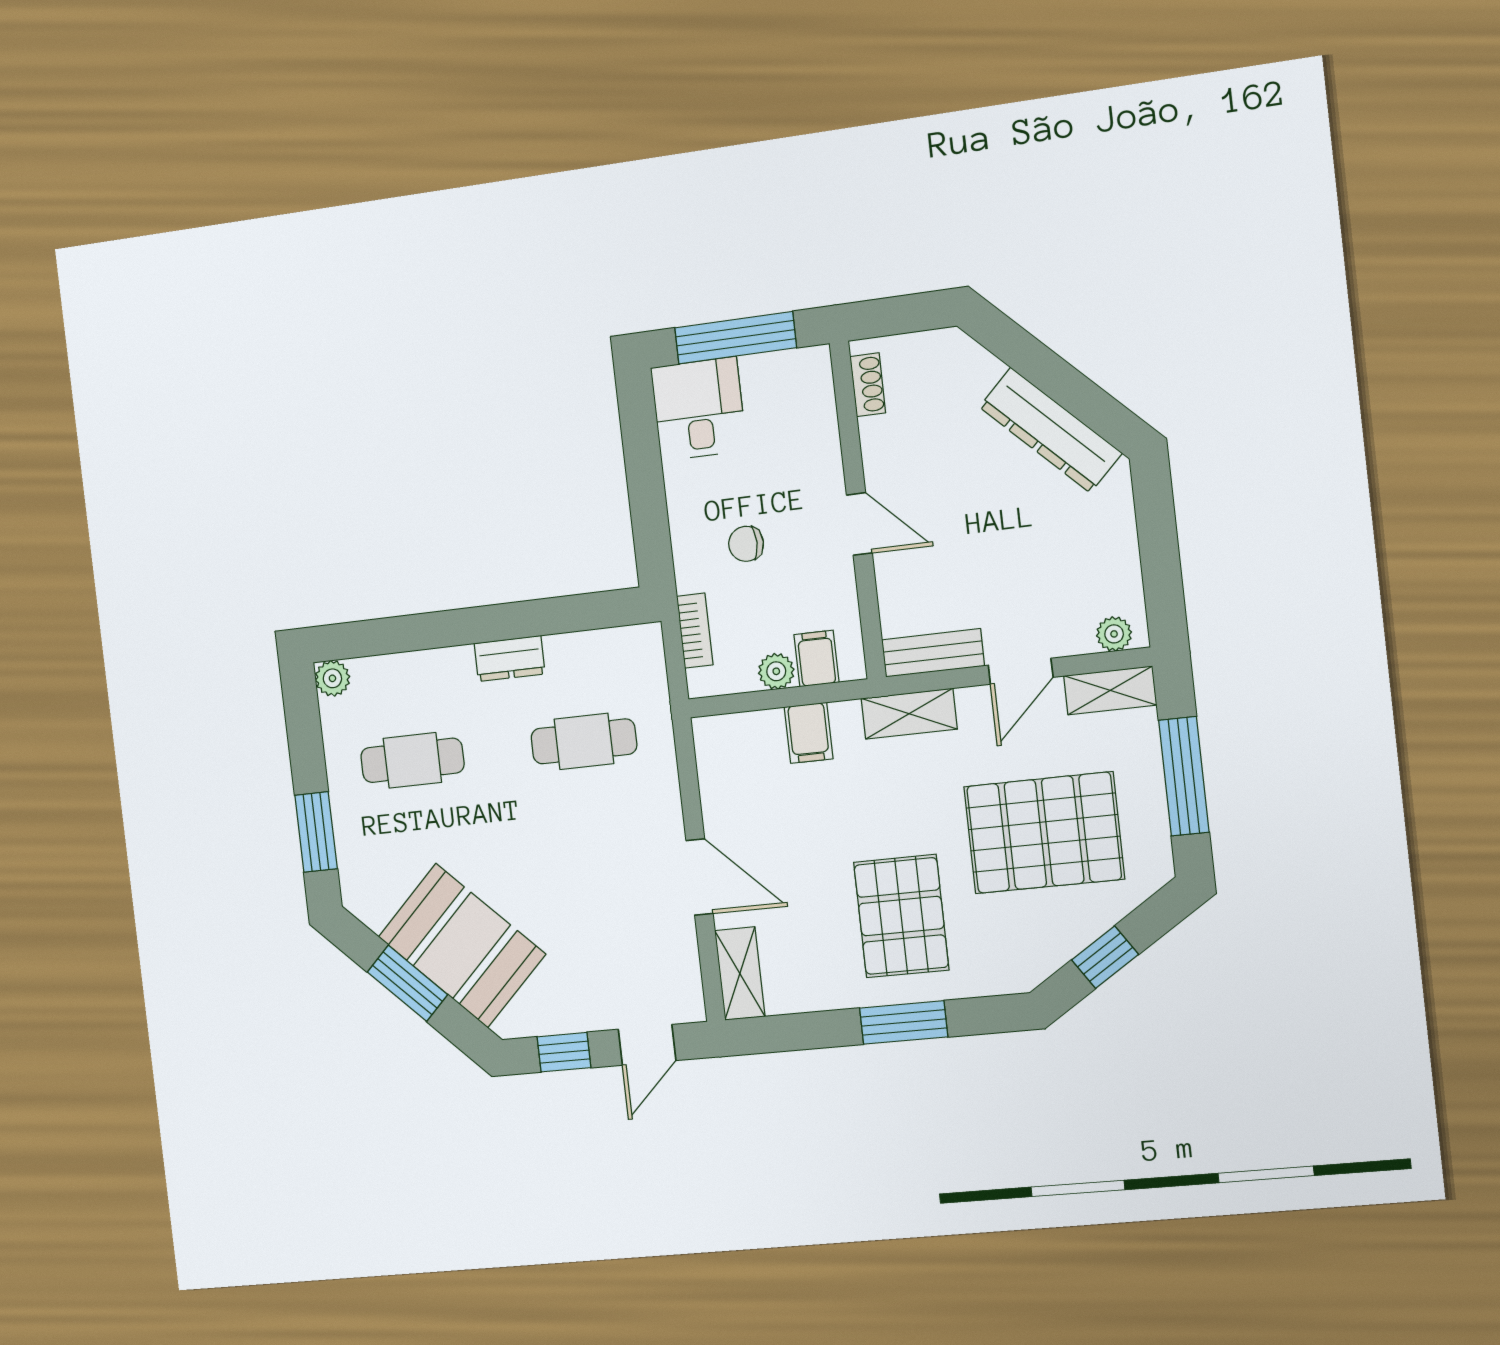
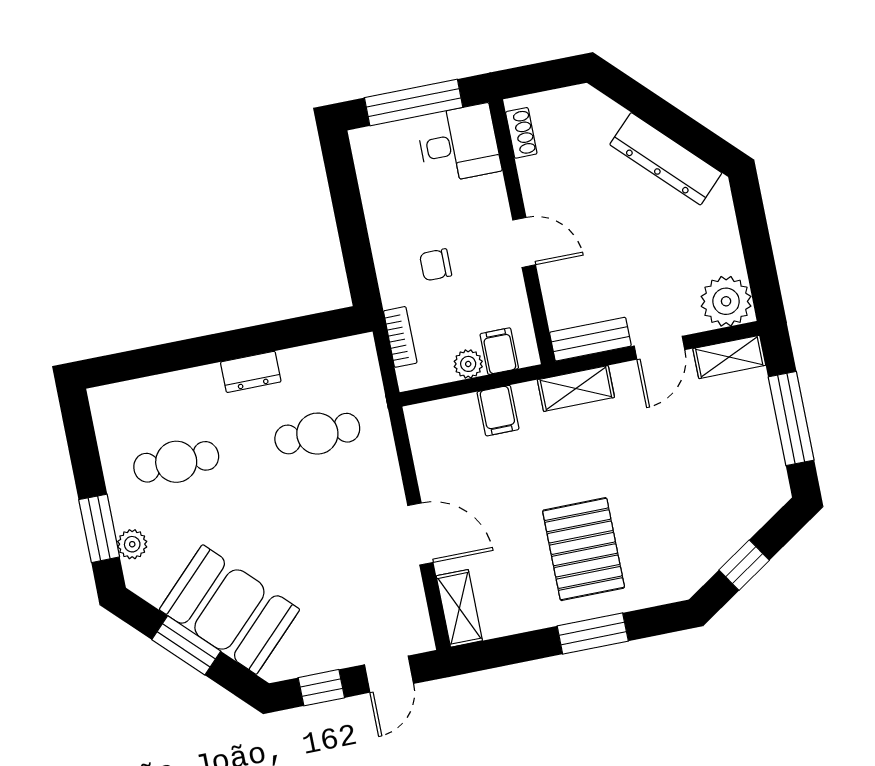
desk: (699, 409) -> (459, 144), moved, turned 90
plant: (1114, 634) -> (726, 301), width x1.88, depth x1.88
plant: (332, 678) -> (132, 544), moved
pallet: (1044, 833) -> (689, 472), removed

